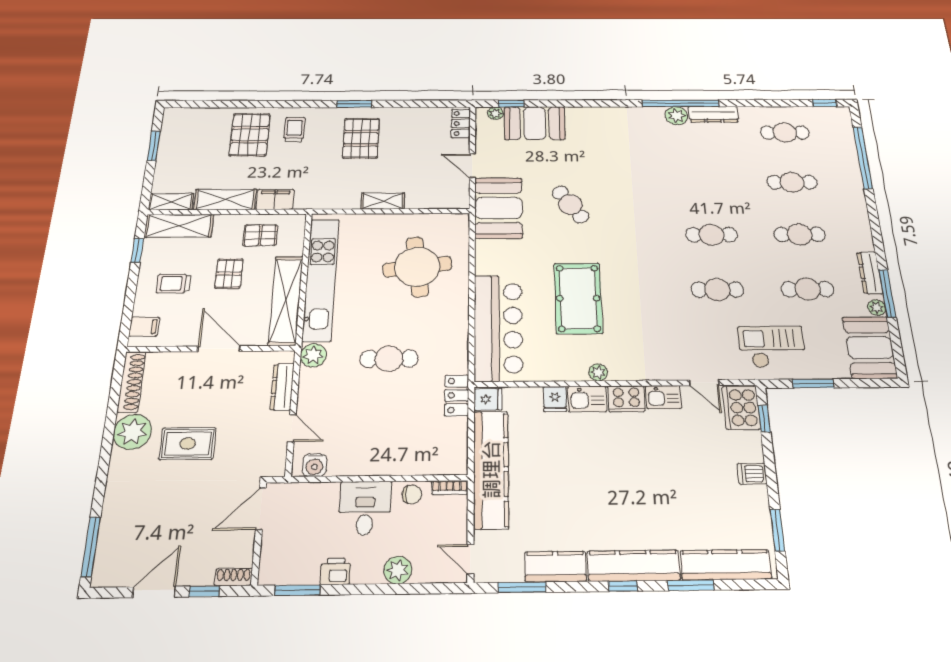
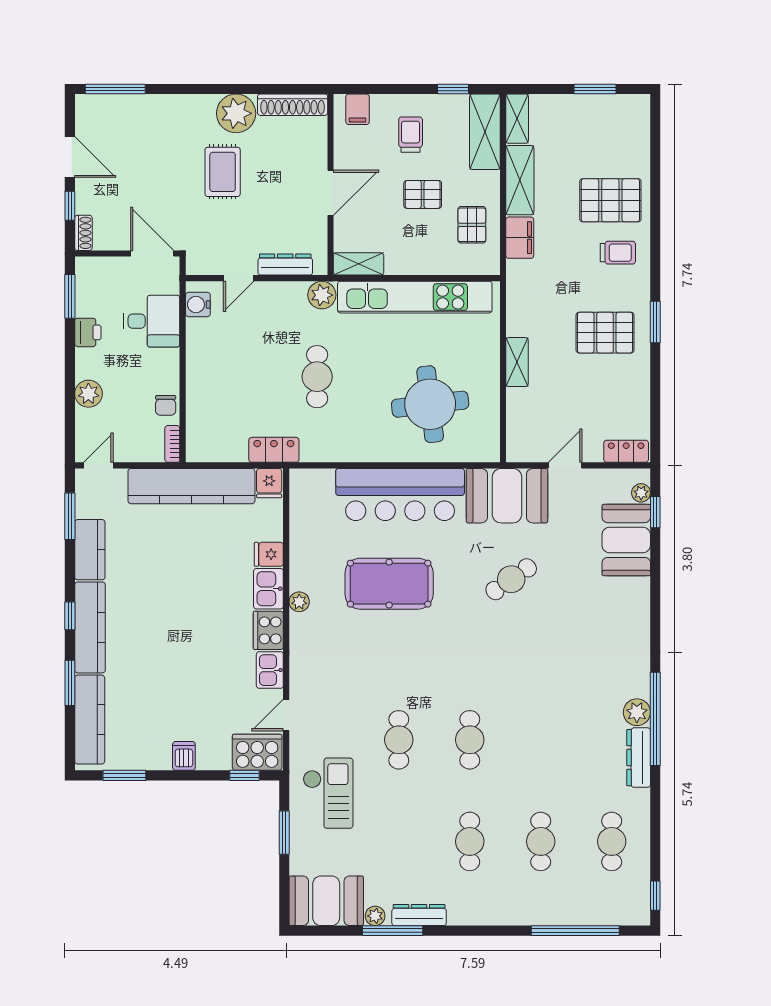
cafe table: (807, 289) -> (399, 841), removed
shelving: (286, 300) -> (359, 264), width x0.45, depth x0.75
bar counter: (498, 328) -> (400, 495), moved
desk: (365, 508) -> (152, 321), moved

